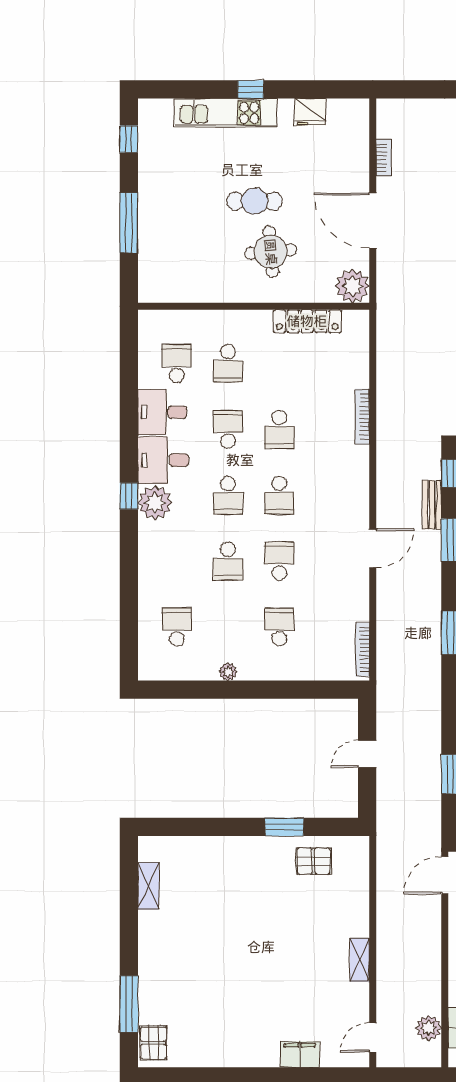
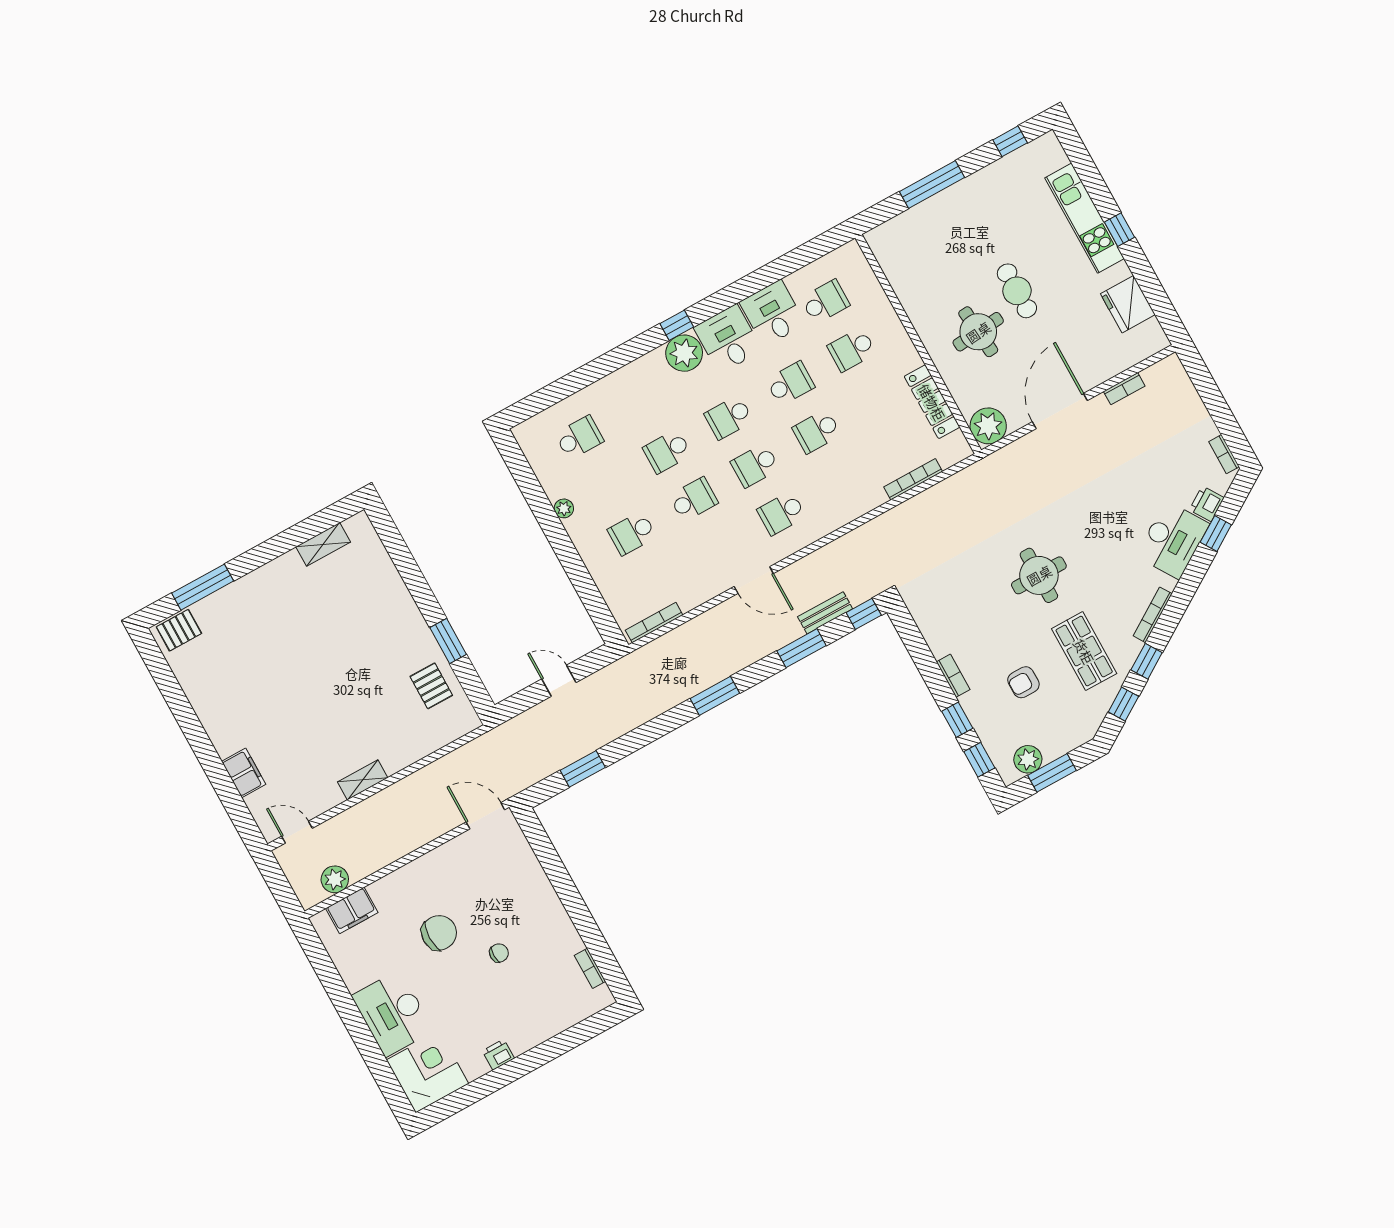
fridge: (310, 112) -> (1128, 304), width x1.36, depth x1.34
bookcase: (362, 417) -> (913, 479), moved
school desk: (330, 495) -> (782, 513), added
school desk: (279, 627) -> (632, 533), turned 180

